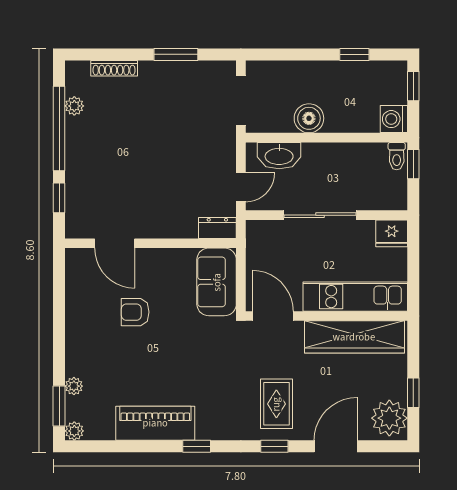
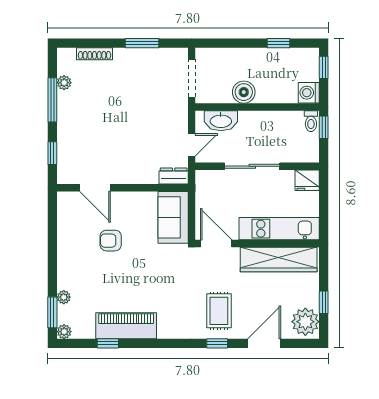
window: (59, 128) -> (52, 100), width x0.68
window: (197, 446) -> (108, 343), moved

